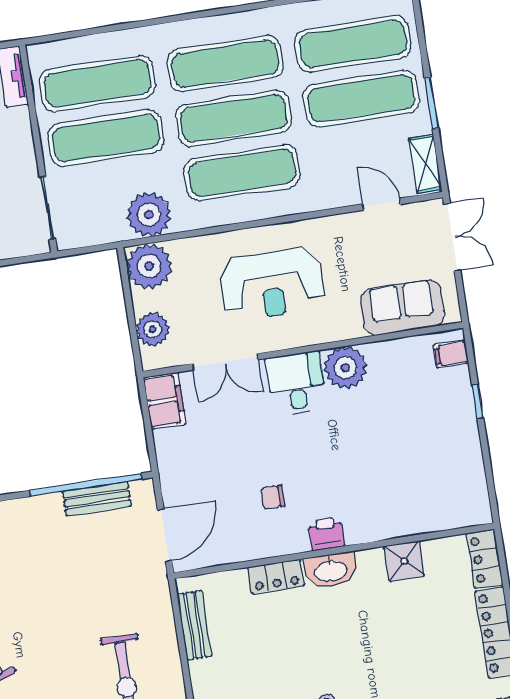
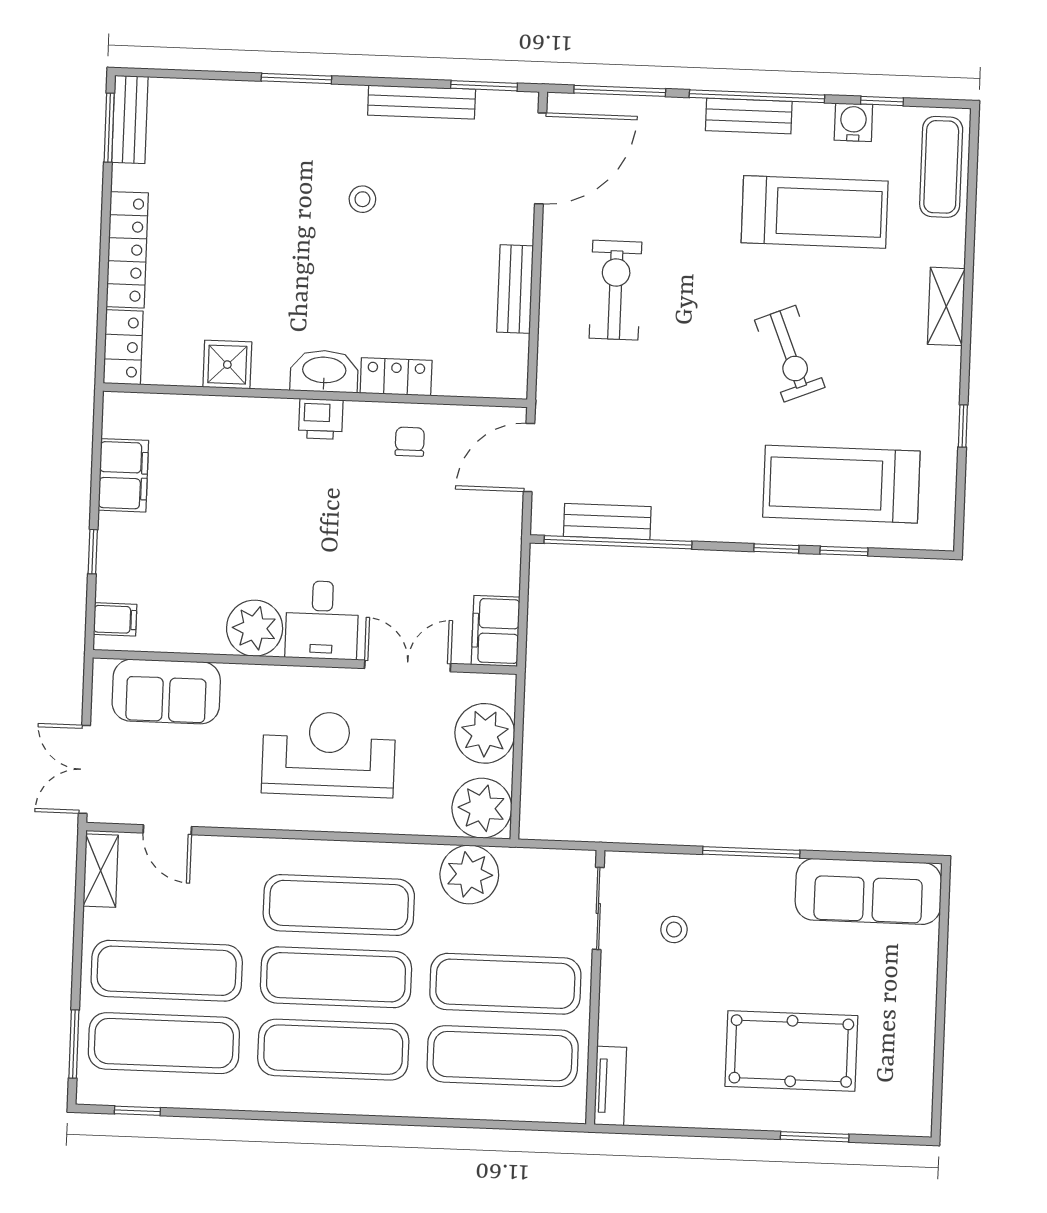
window: (431, 103) -> (74, 1044), moved
plant: (153, 329) -> (485, 733), width x1.36, depth x1.36
filing cabinet: (466, 463) -> (123, 475), added
chair: (273, 497) -> (410, 442), moved, turned -90
bench: (194, 625) -> (515, 289), moved

